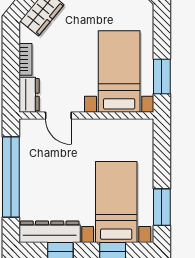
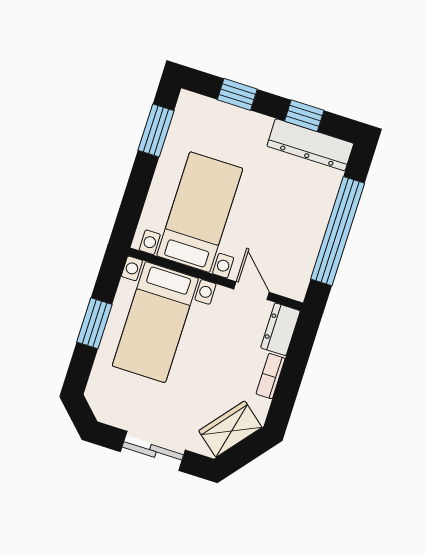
window: (162, 77) -> (94, 323), moved
bed with nightstands: (116, 202) -> (200, 212), moved, turned 180

